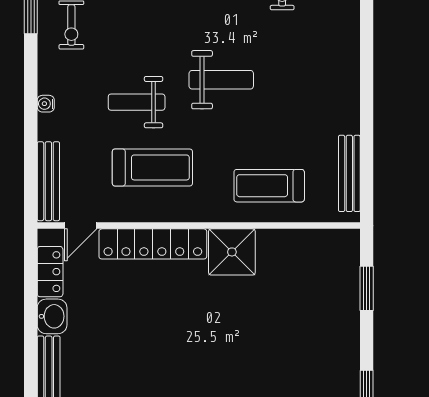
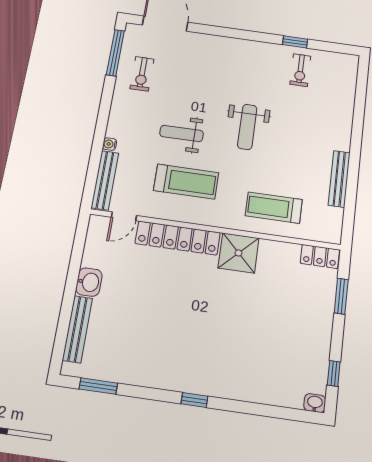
weight bench: (221, 80) -> (247, 127), turned 90
water cooler: (46, 104) -> (110, 144), moved
bench: (349, 173) -> (339, 179), moved
locker: (50, 272) -> (320, 256), moved, turned 90

